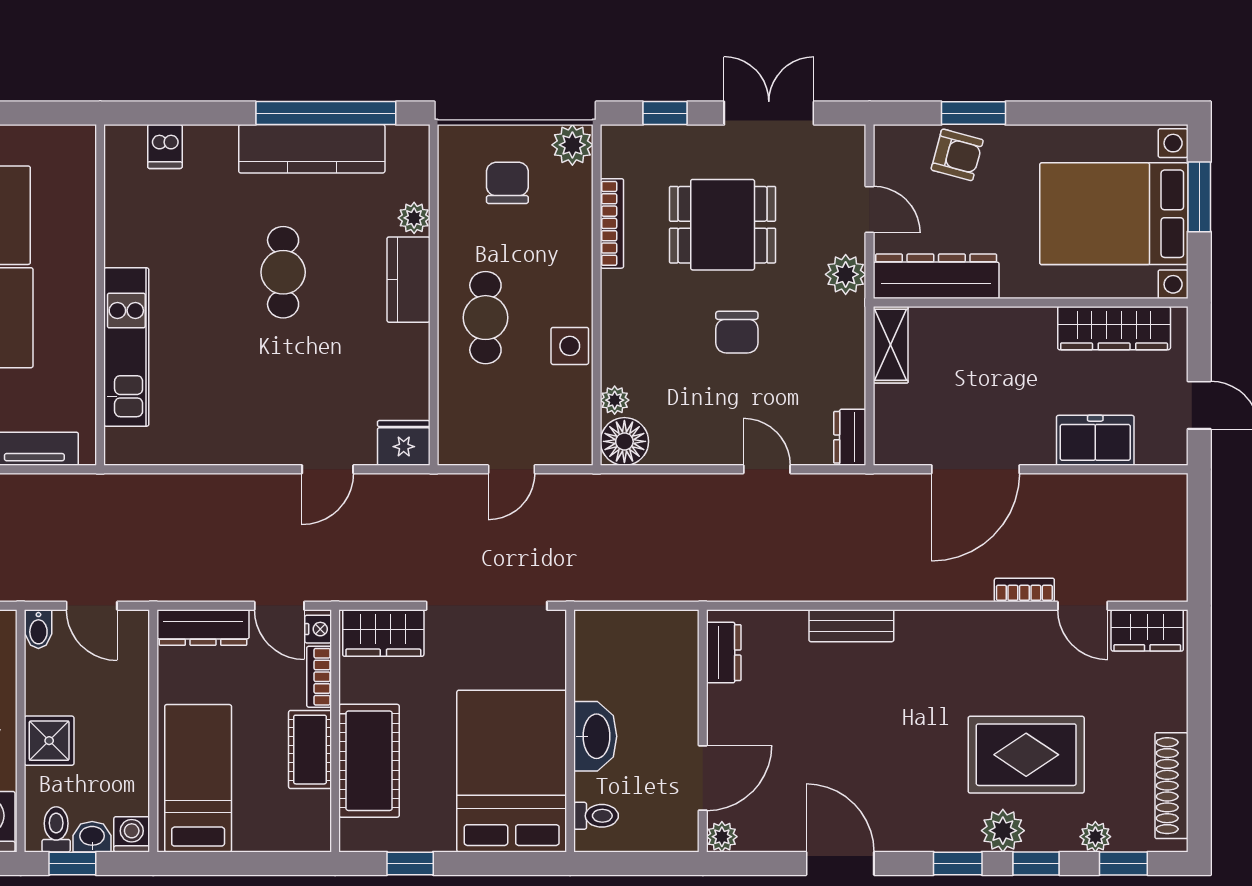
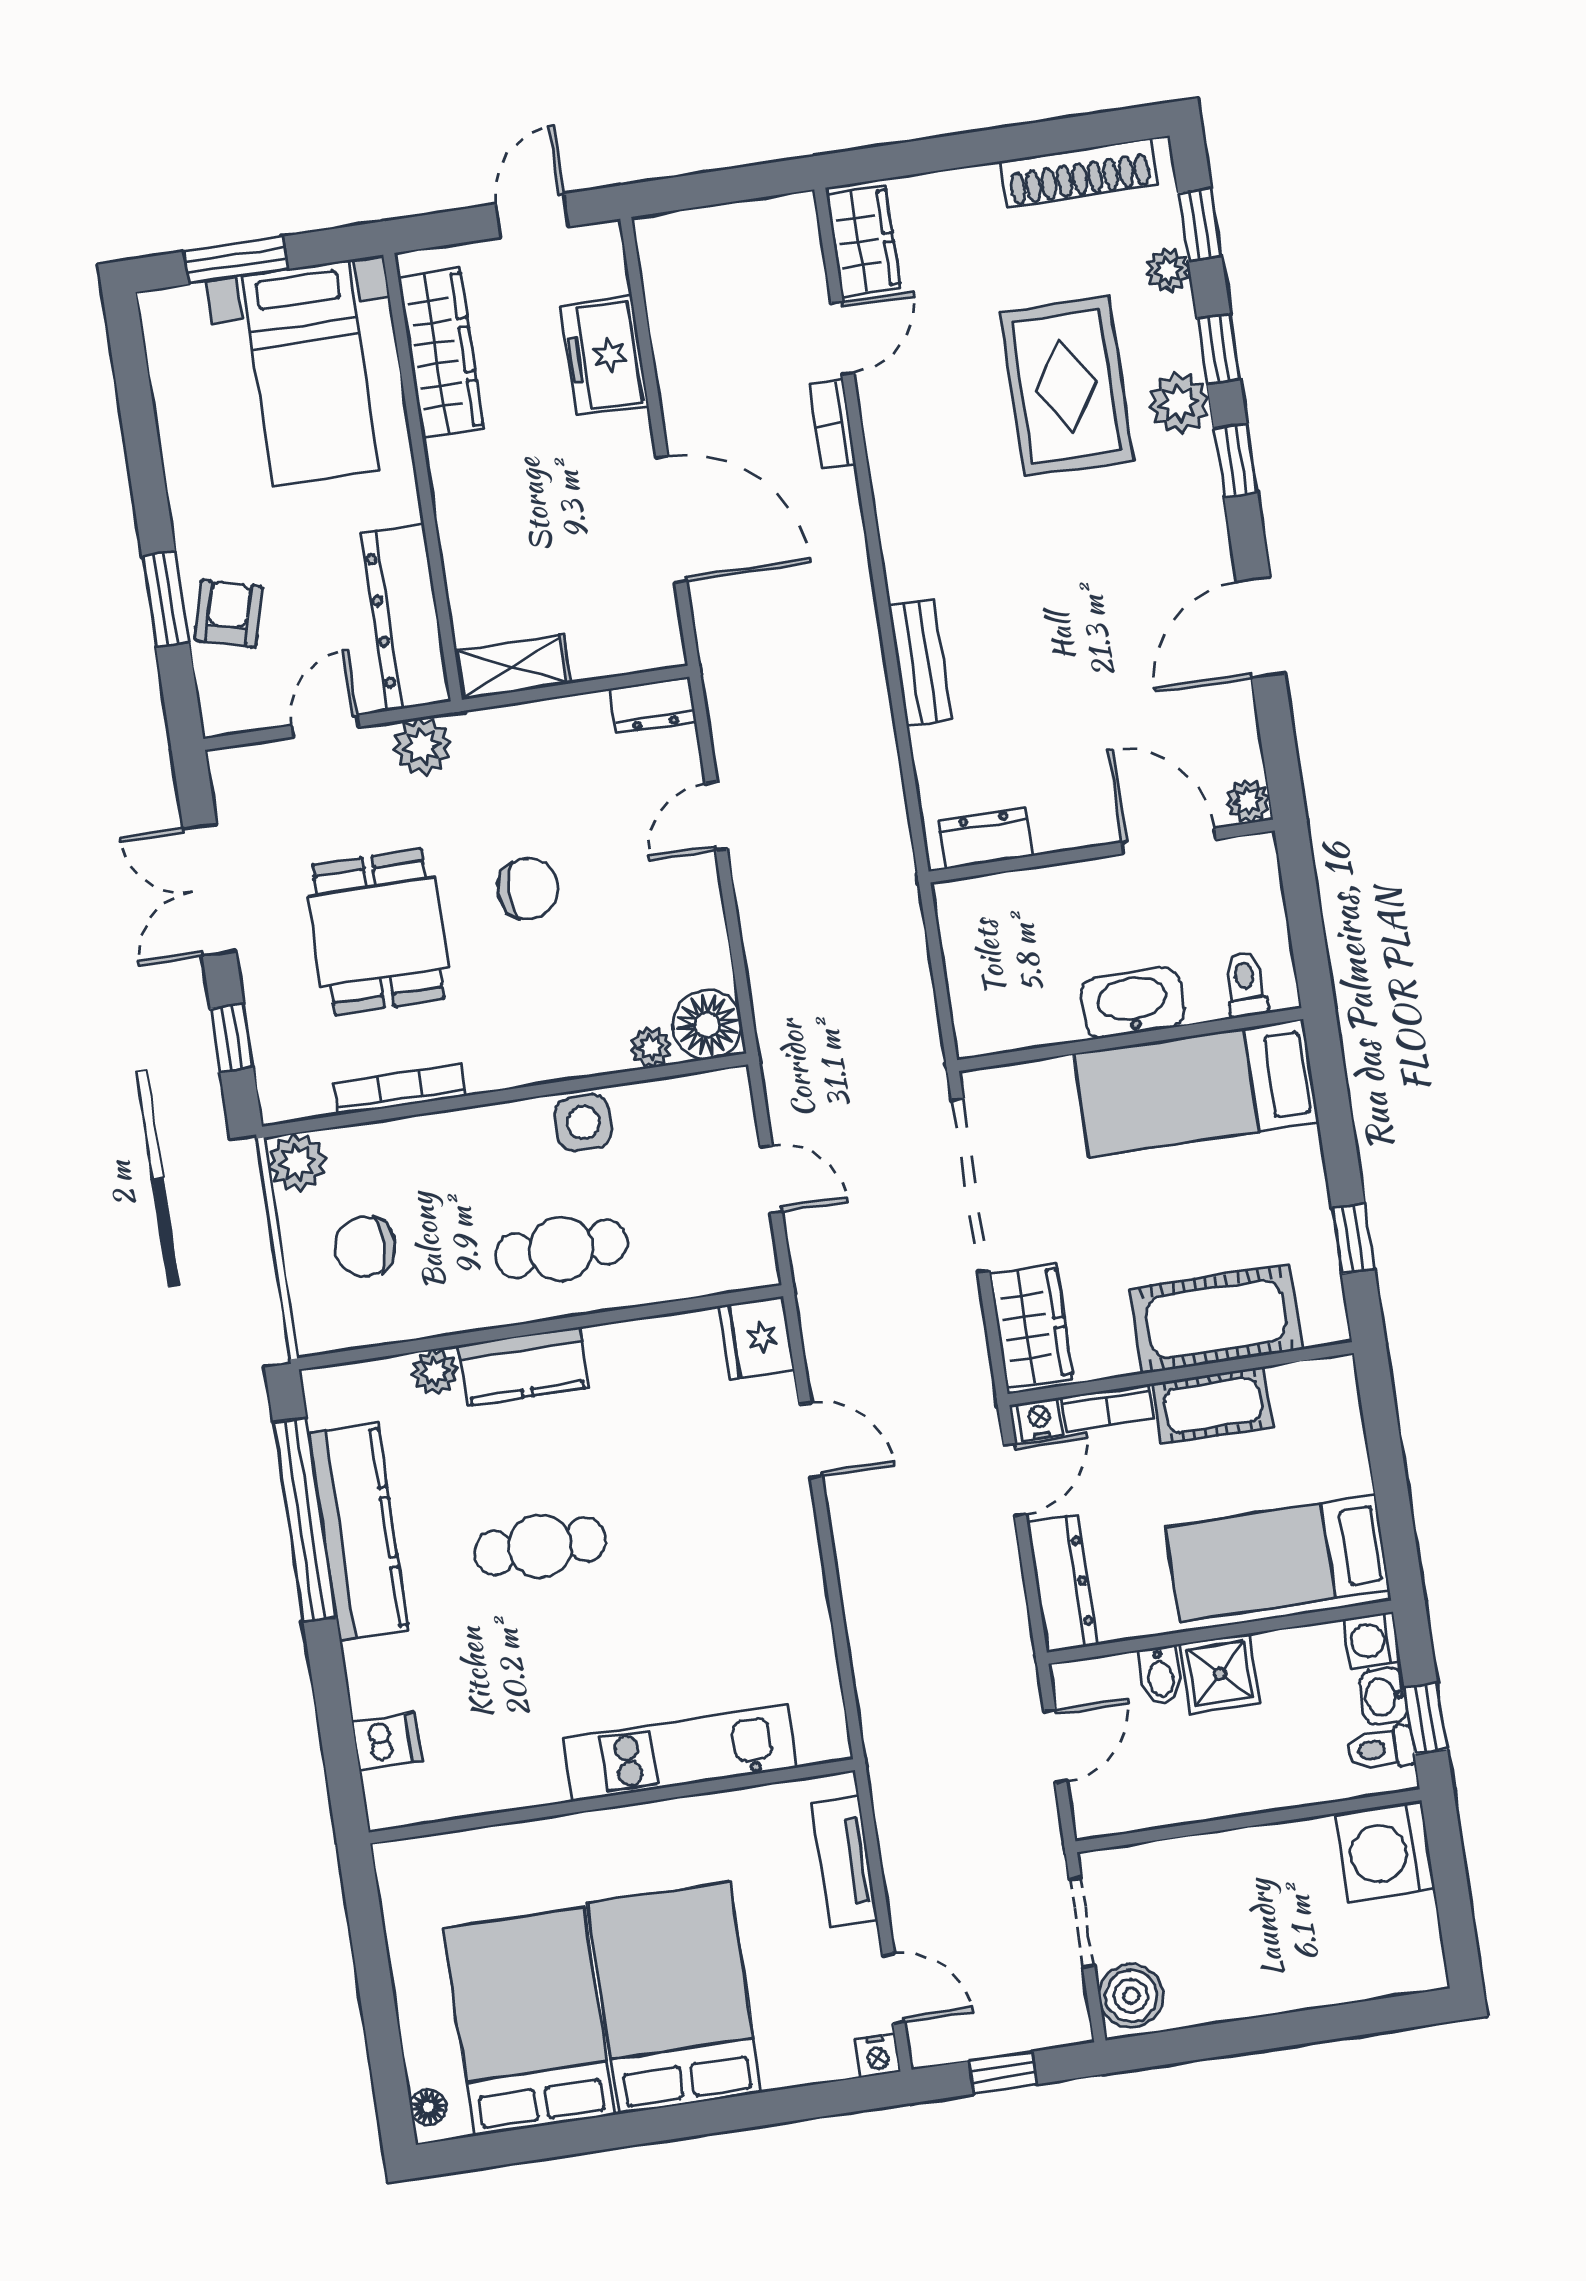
bed with nightstands: (1114, 214) -> (310, 373), width x0.73
bidet: (38, 629) -> (1160, 1675), moved, turned 90
shower: (49, 741) -> (1220, 1674), moved
bed: (512, 771) -> (1196, 1088), width x0.67

